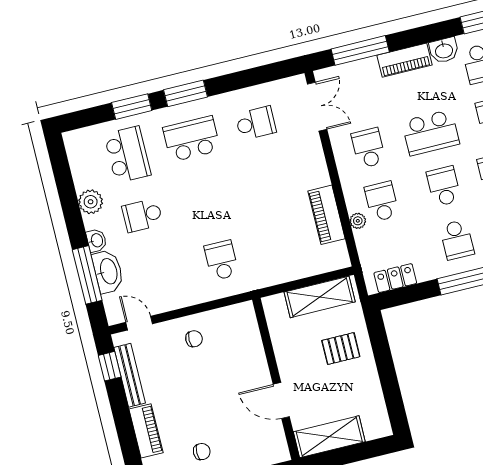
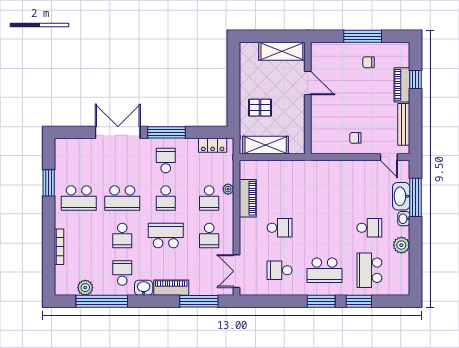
school desk: (221, 260) -> (280, 228), moved, turned -90
window: (110, 366) -> (415, 79), moved

